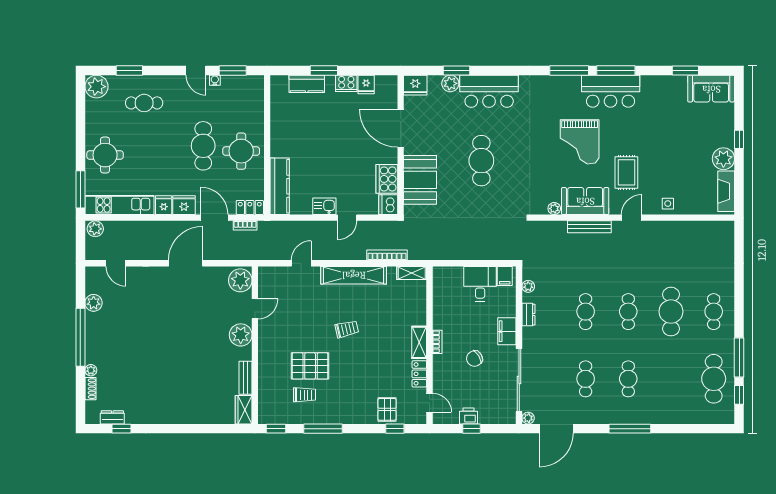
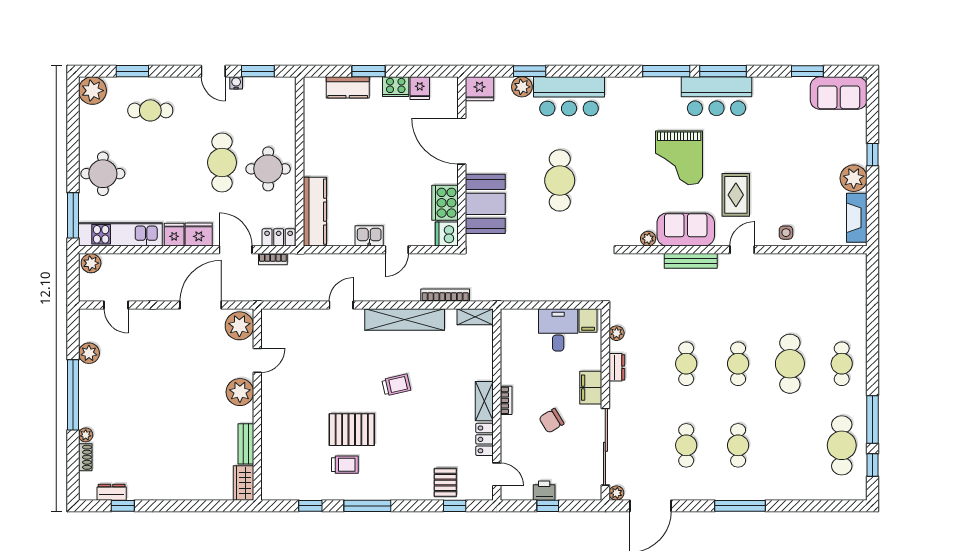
plant: (240, 280) -> (239, 326), moved
door: (255, 309) -> (257, 360), moved
plant: (241, 335) -> (240, 392), moved
wall: (255, 345) -> (257, 405), moved
bench: (246, 378) -> (246, 444), moved
wardrobe: (244, 410) -> (243, 483), moved

